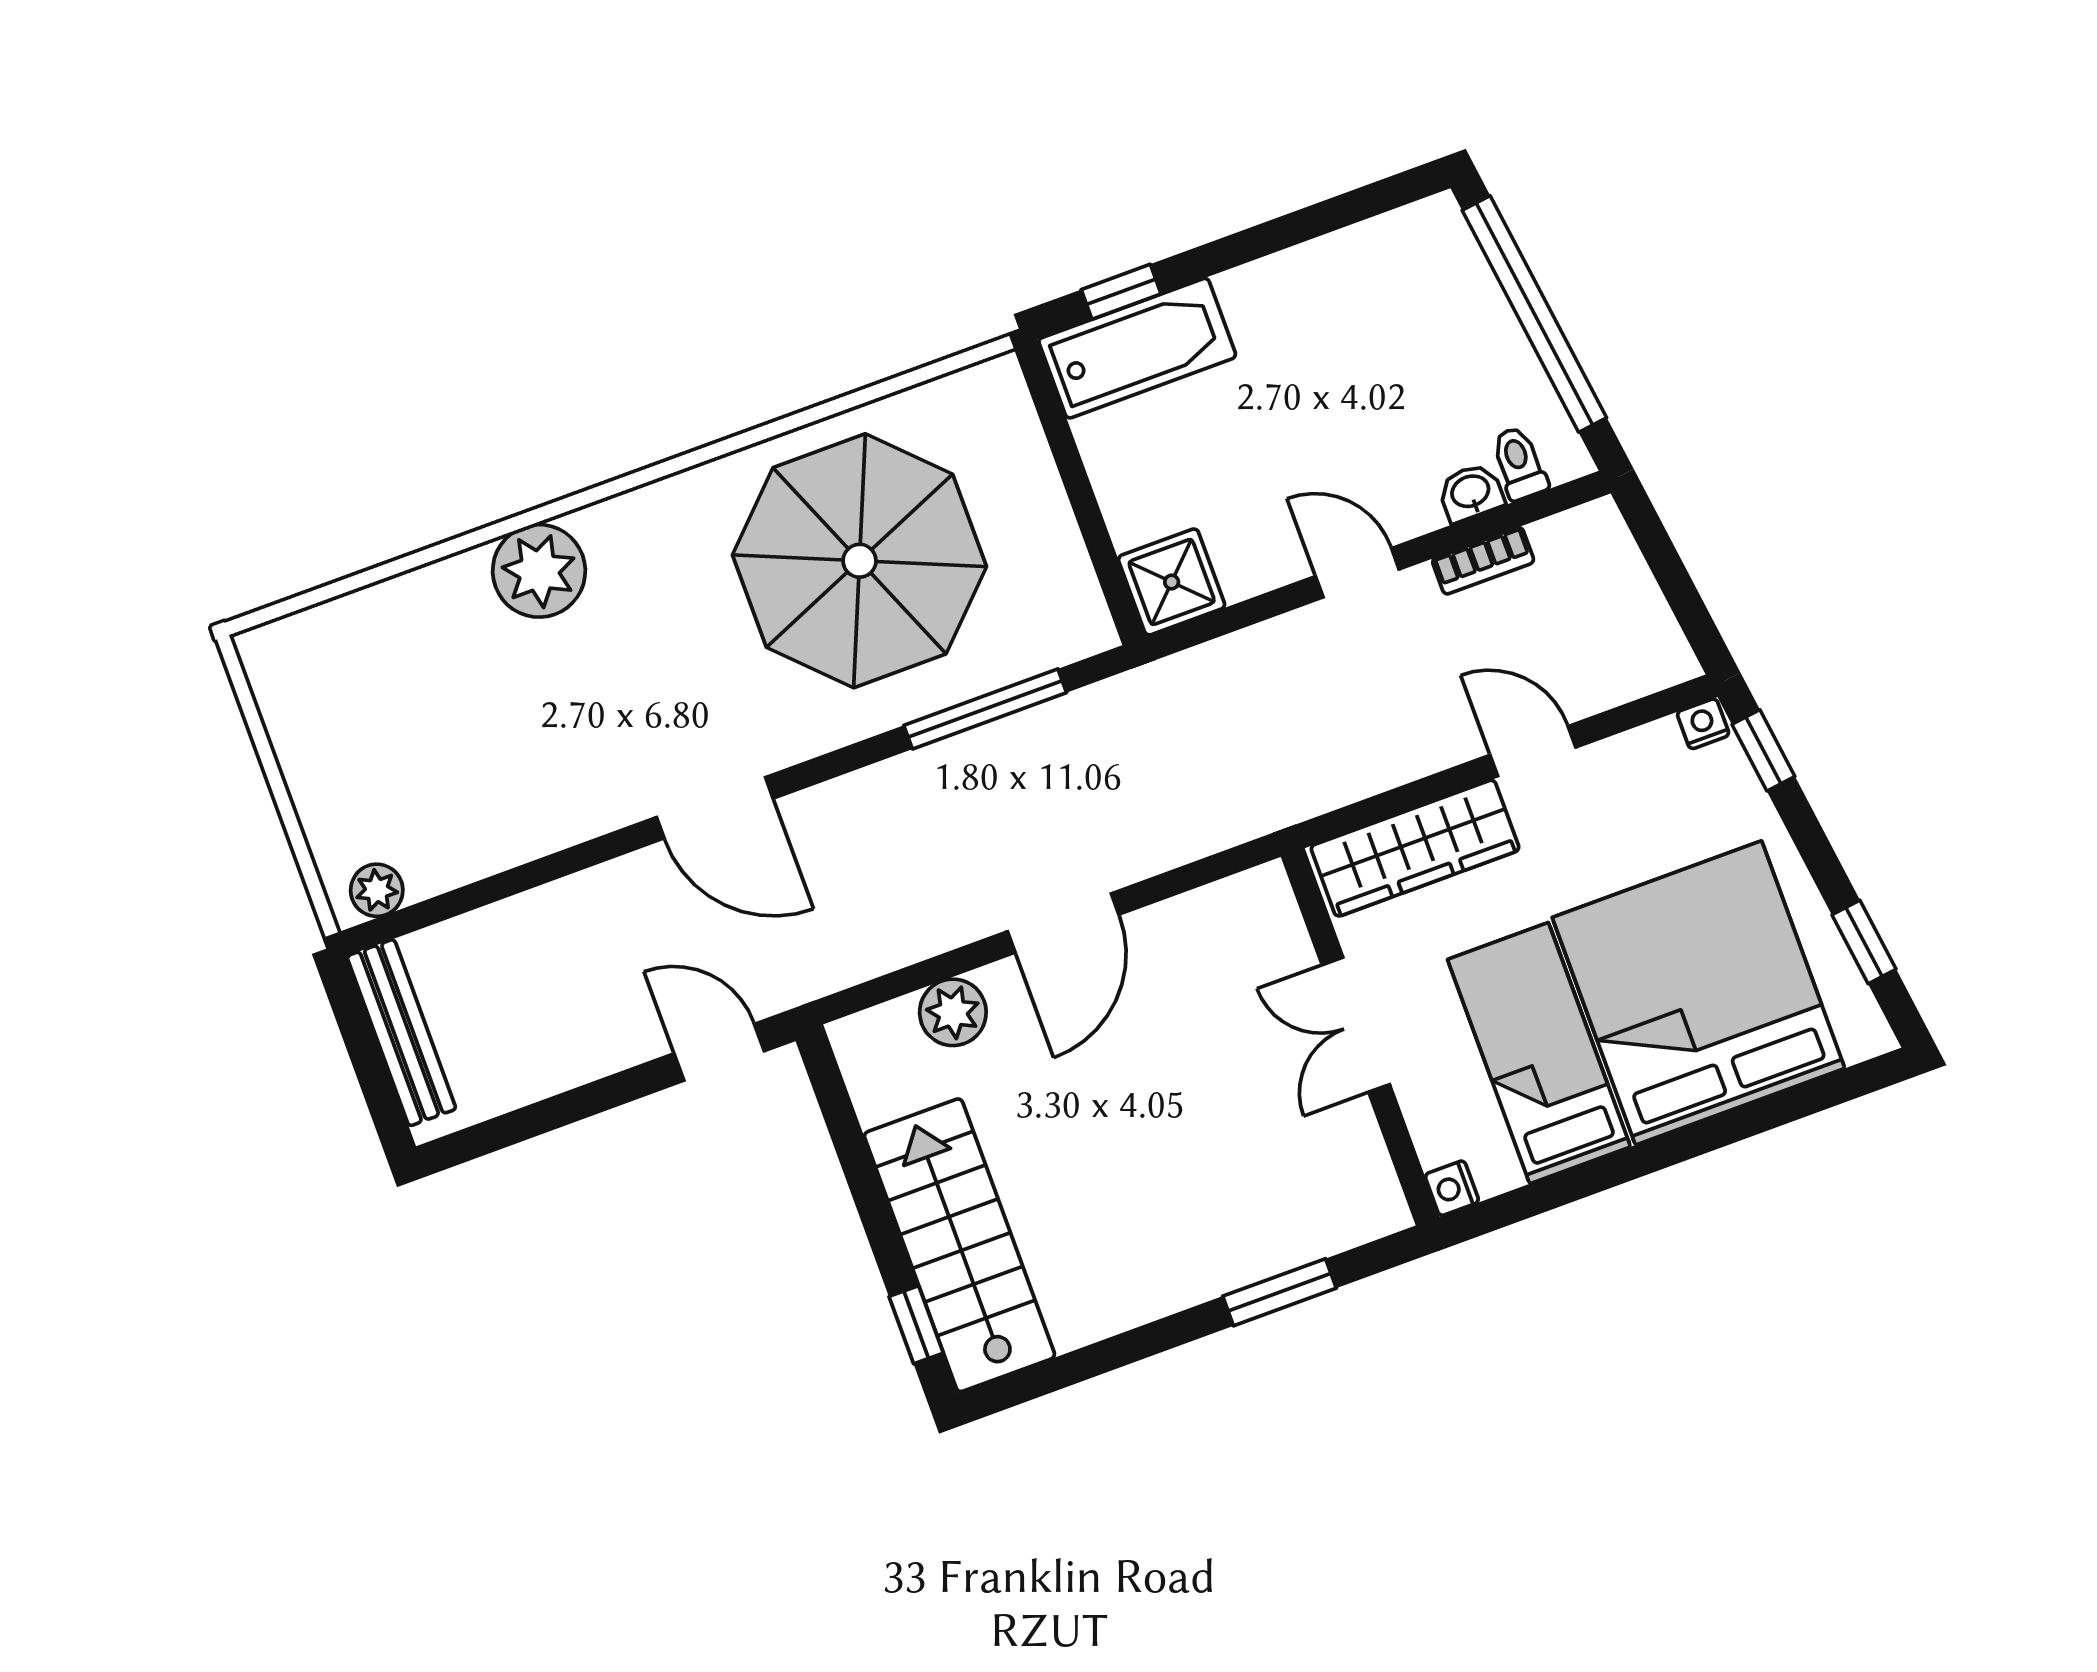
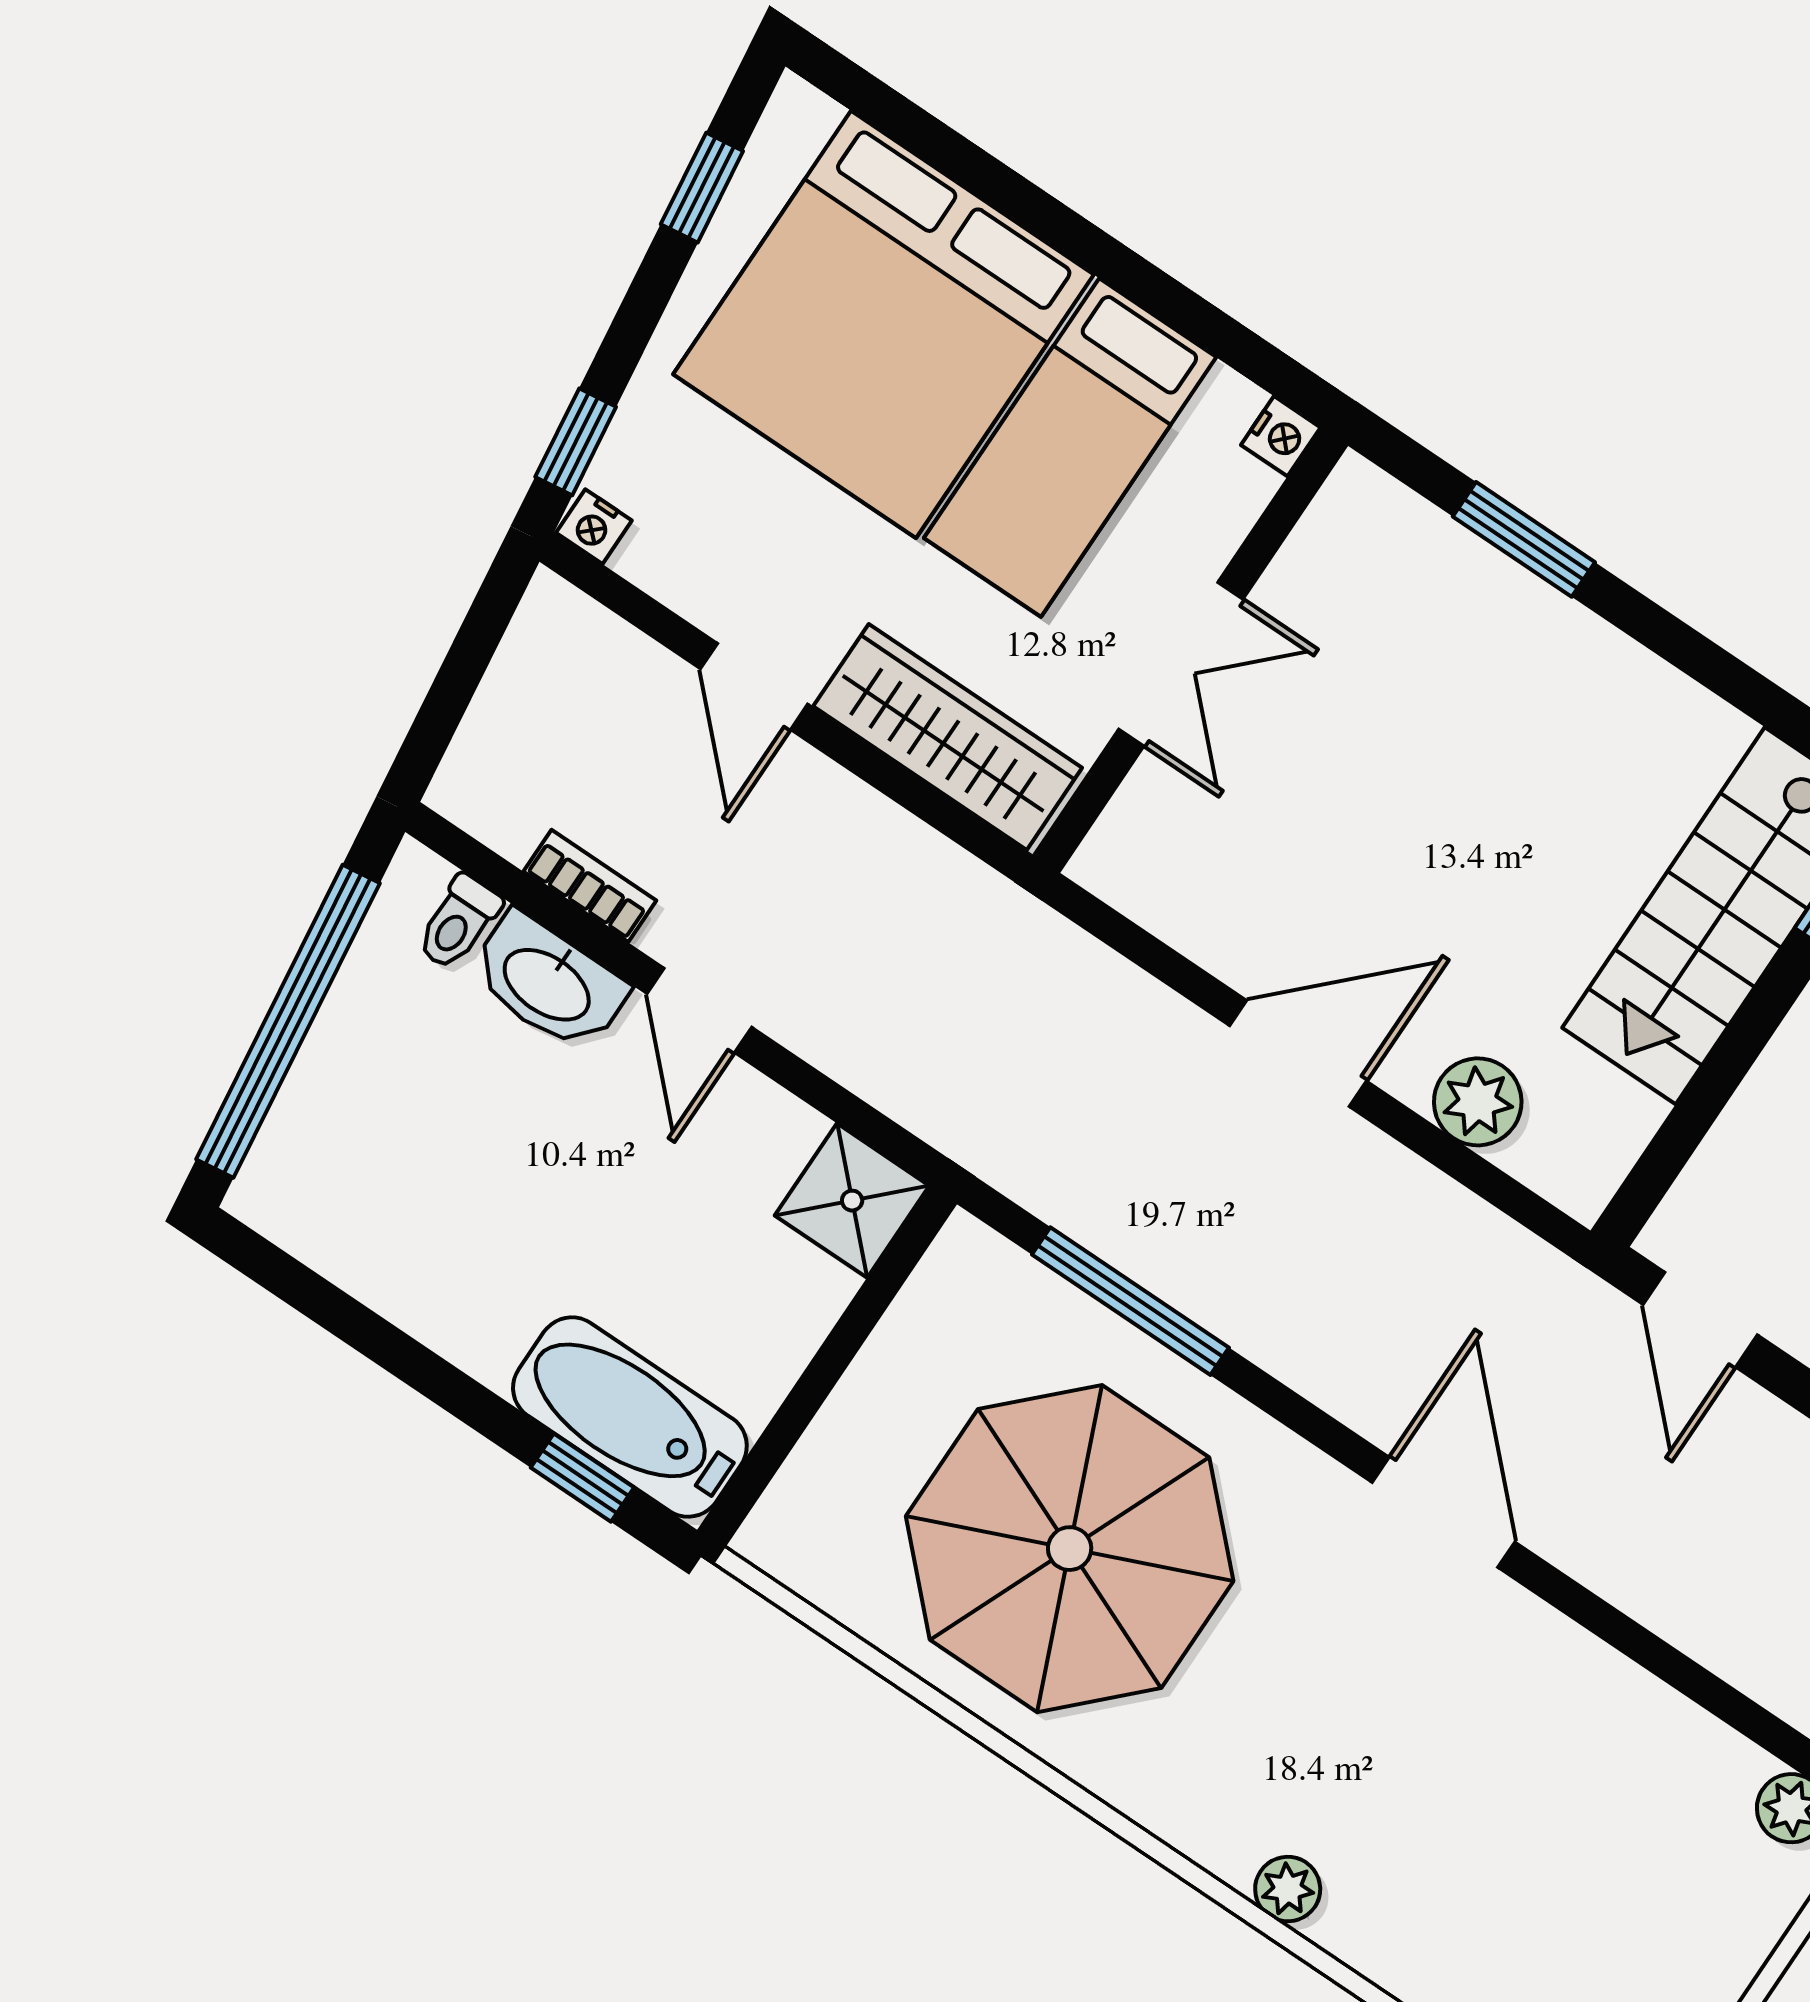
washbasin: (1471, 493) -> (548, 983), width x1.91, depth x1.45
plant: (539, 571) -> (1288, 1889), width x0.53, depth x0.53

